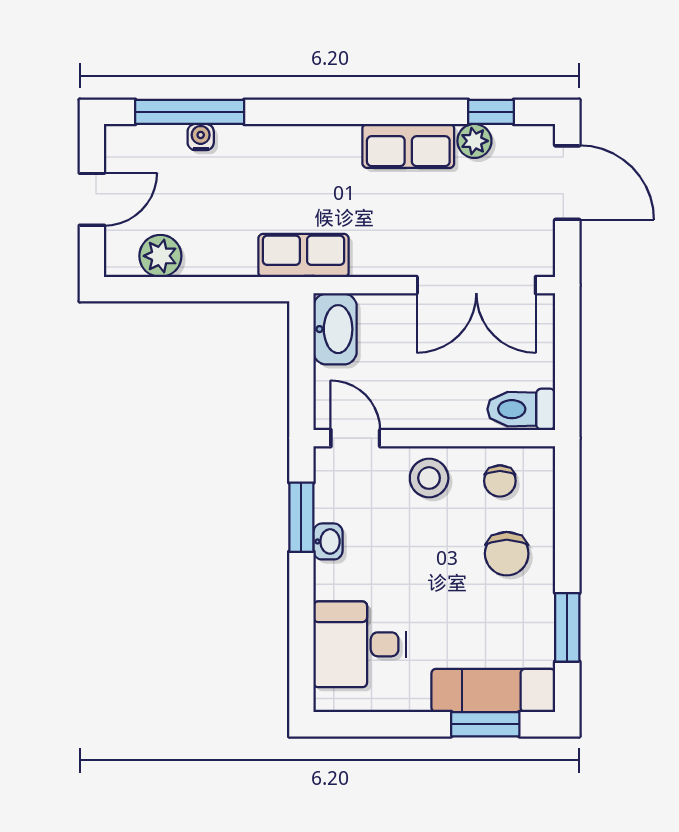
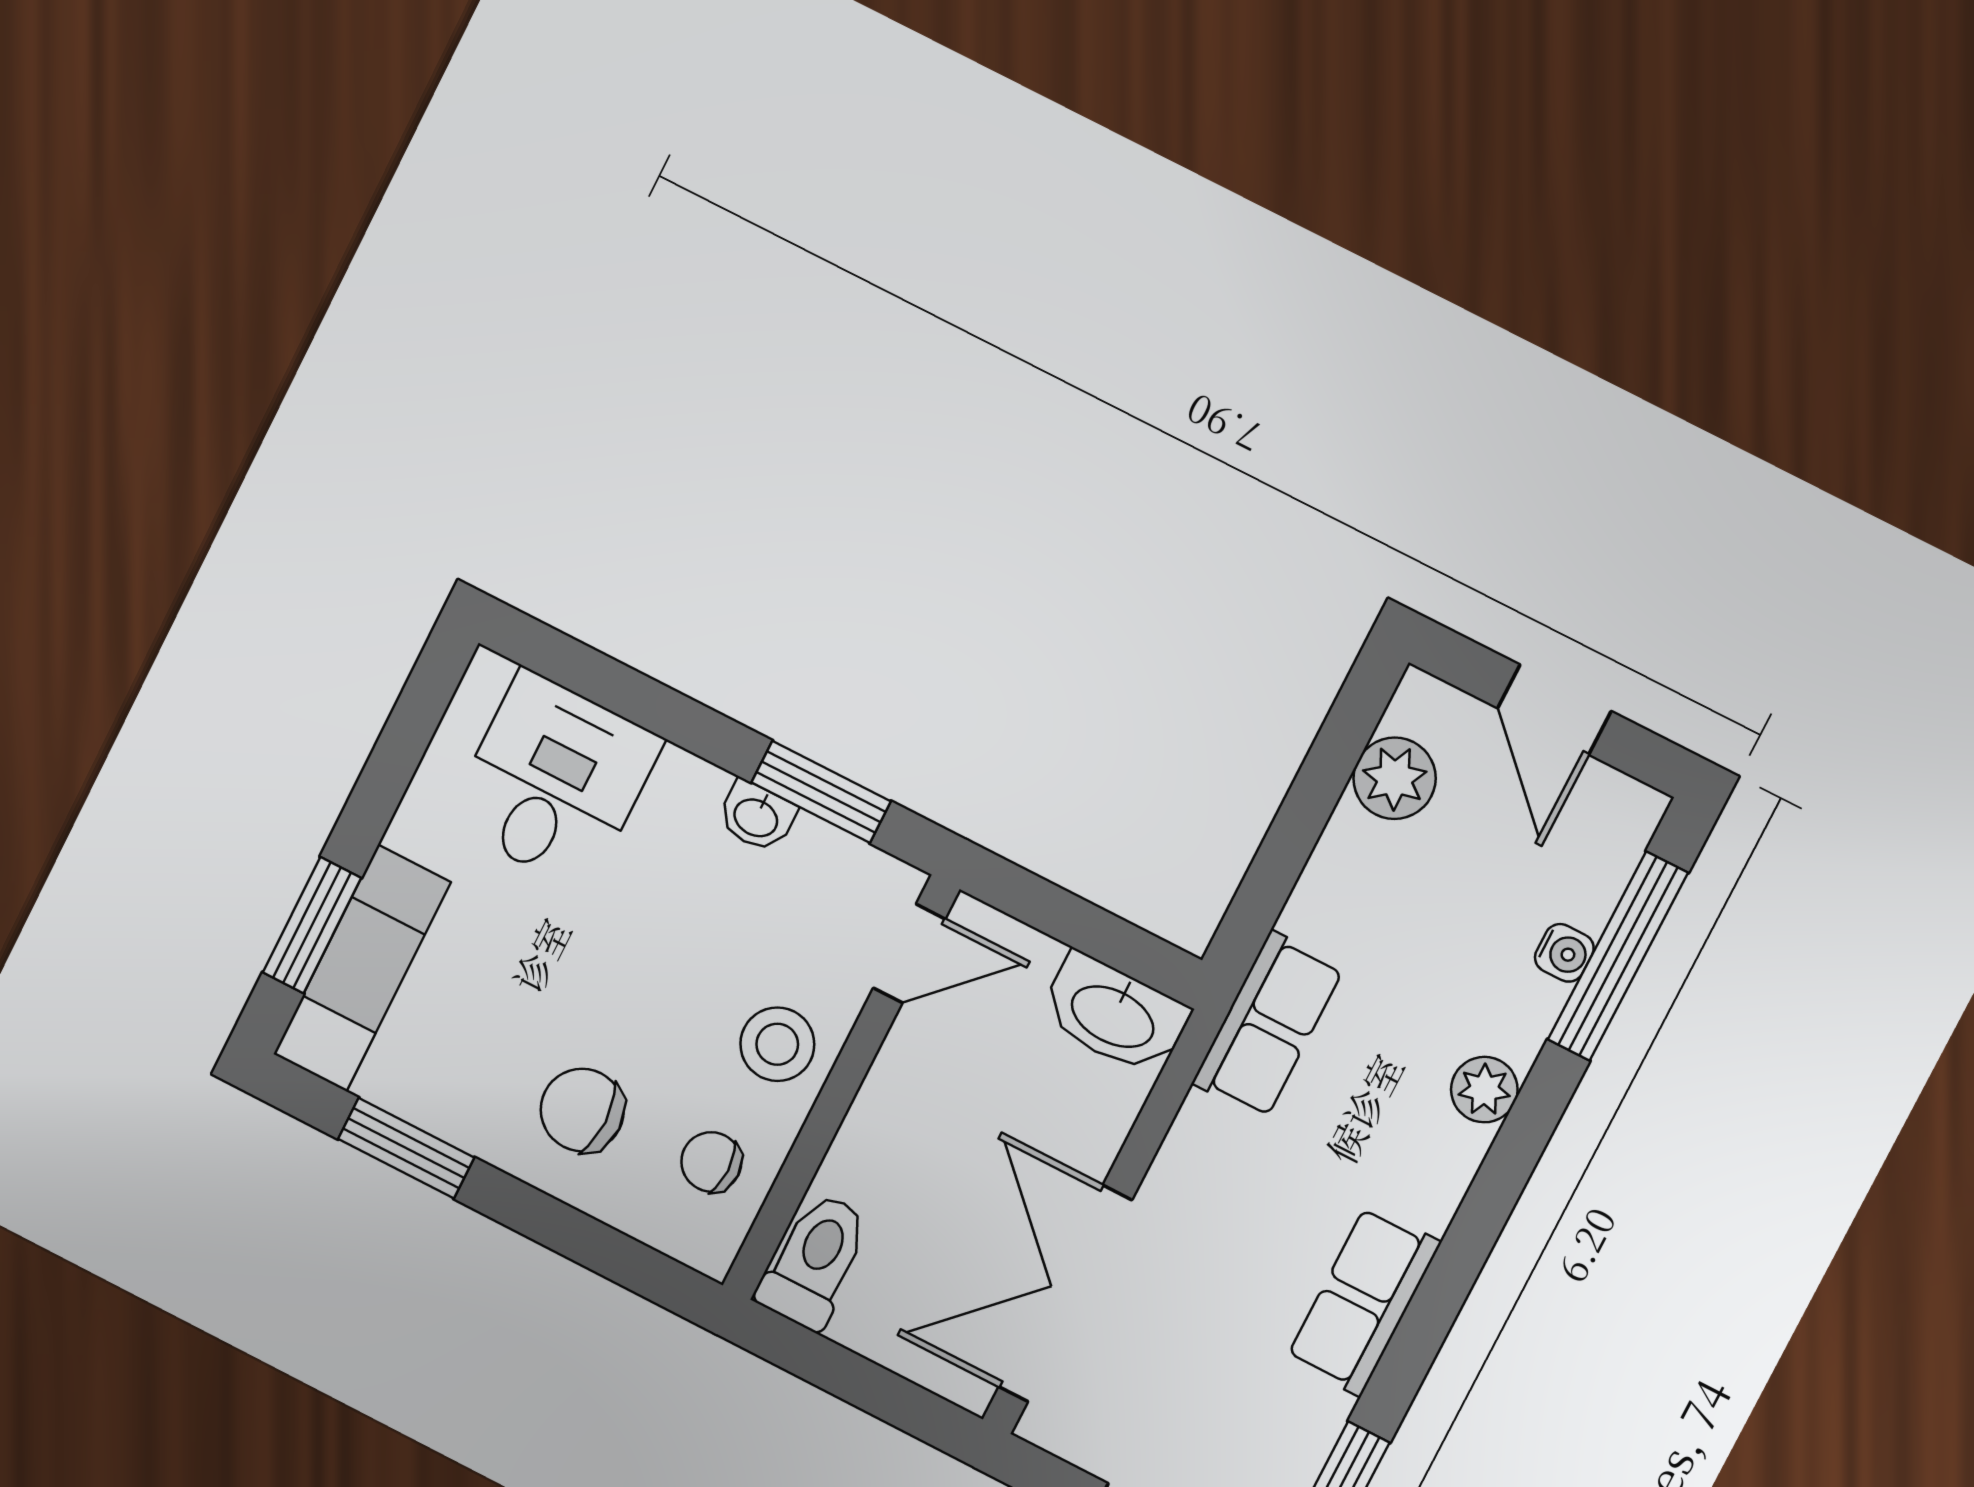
plant: (474, 141) -> (1484, 1090), moved

